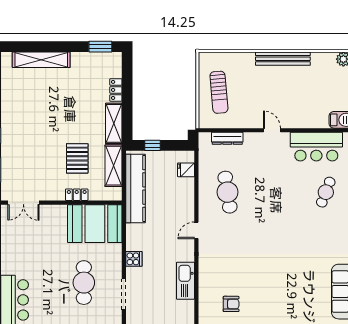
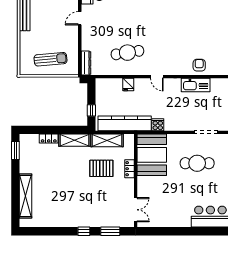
dresser: (227, 138) -> (86, 63), moved
fridge: (186, 170) -> (128, 85), moved
cooker: (134, 259) -> (158, 125), moved
armchair: (231, 304) -> (199, 65), moved

